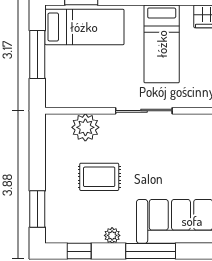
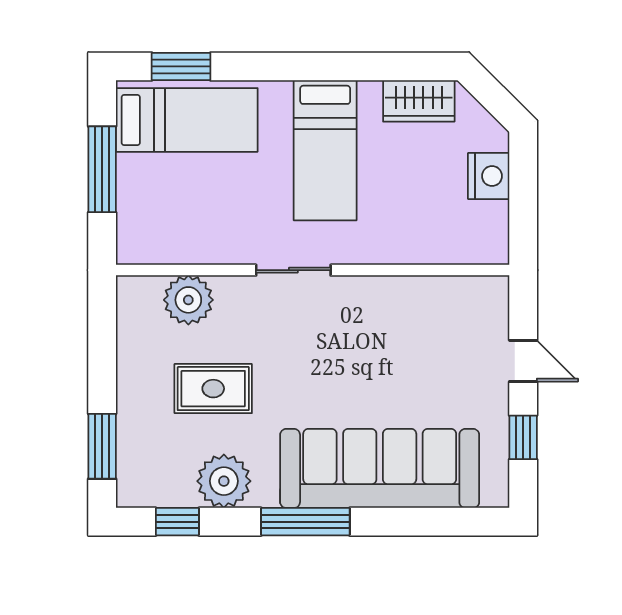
sliding door: (144, 111) -> (293, 270), width x0.73
plant: (112, 235) -> (224, 481), width x1.87, depth x1.87

